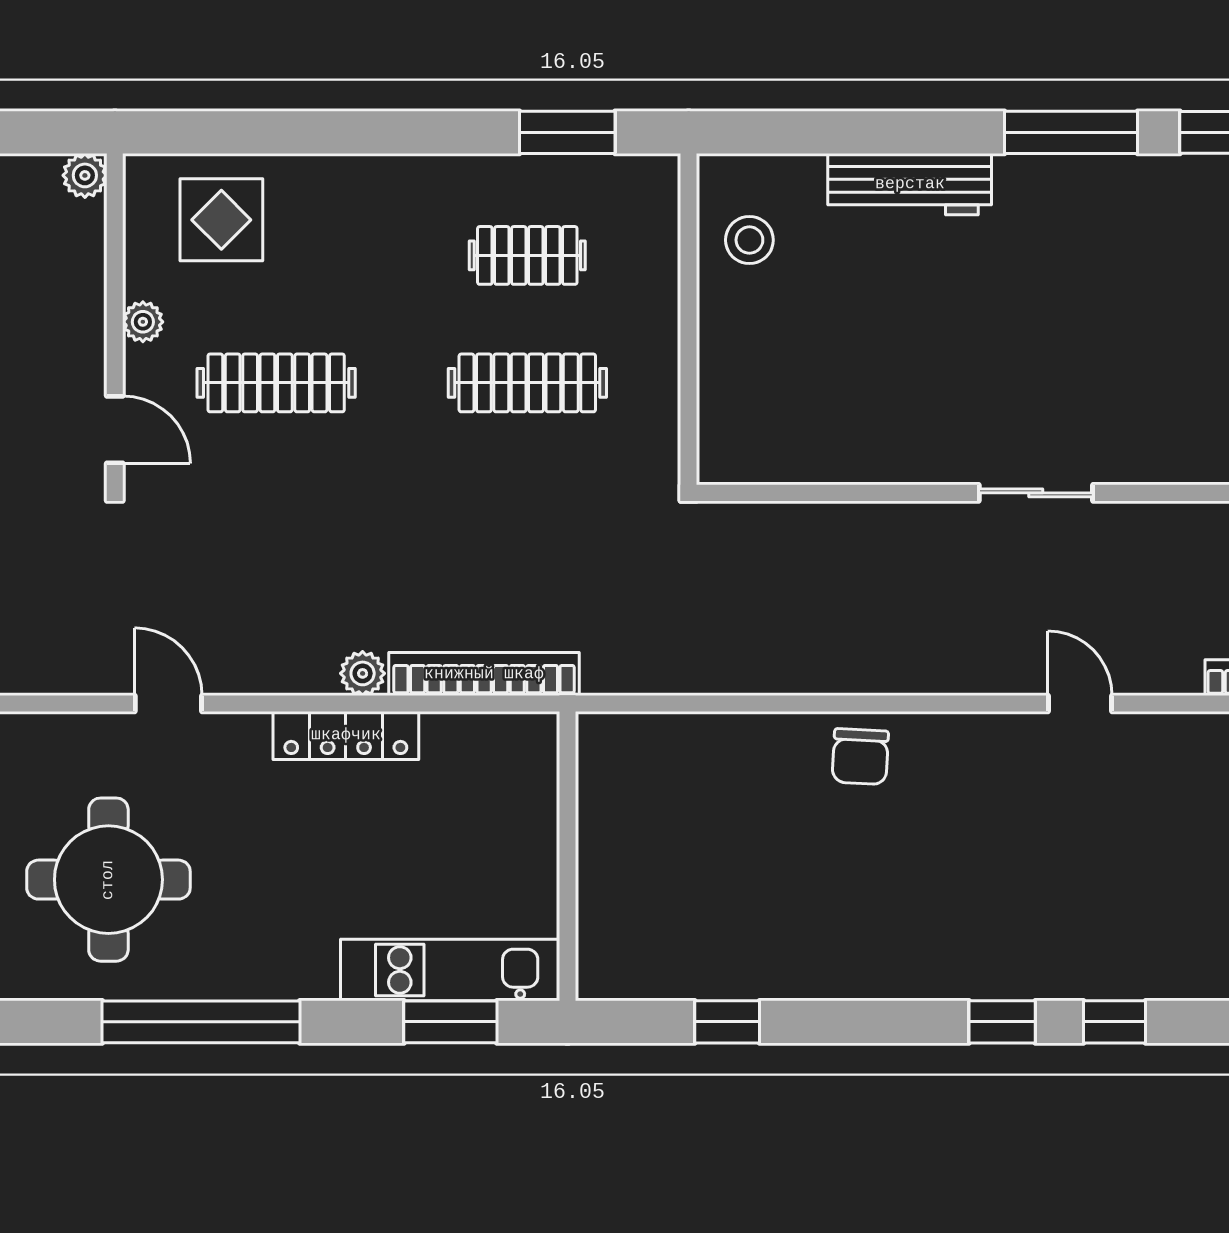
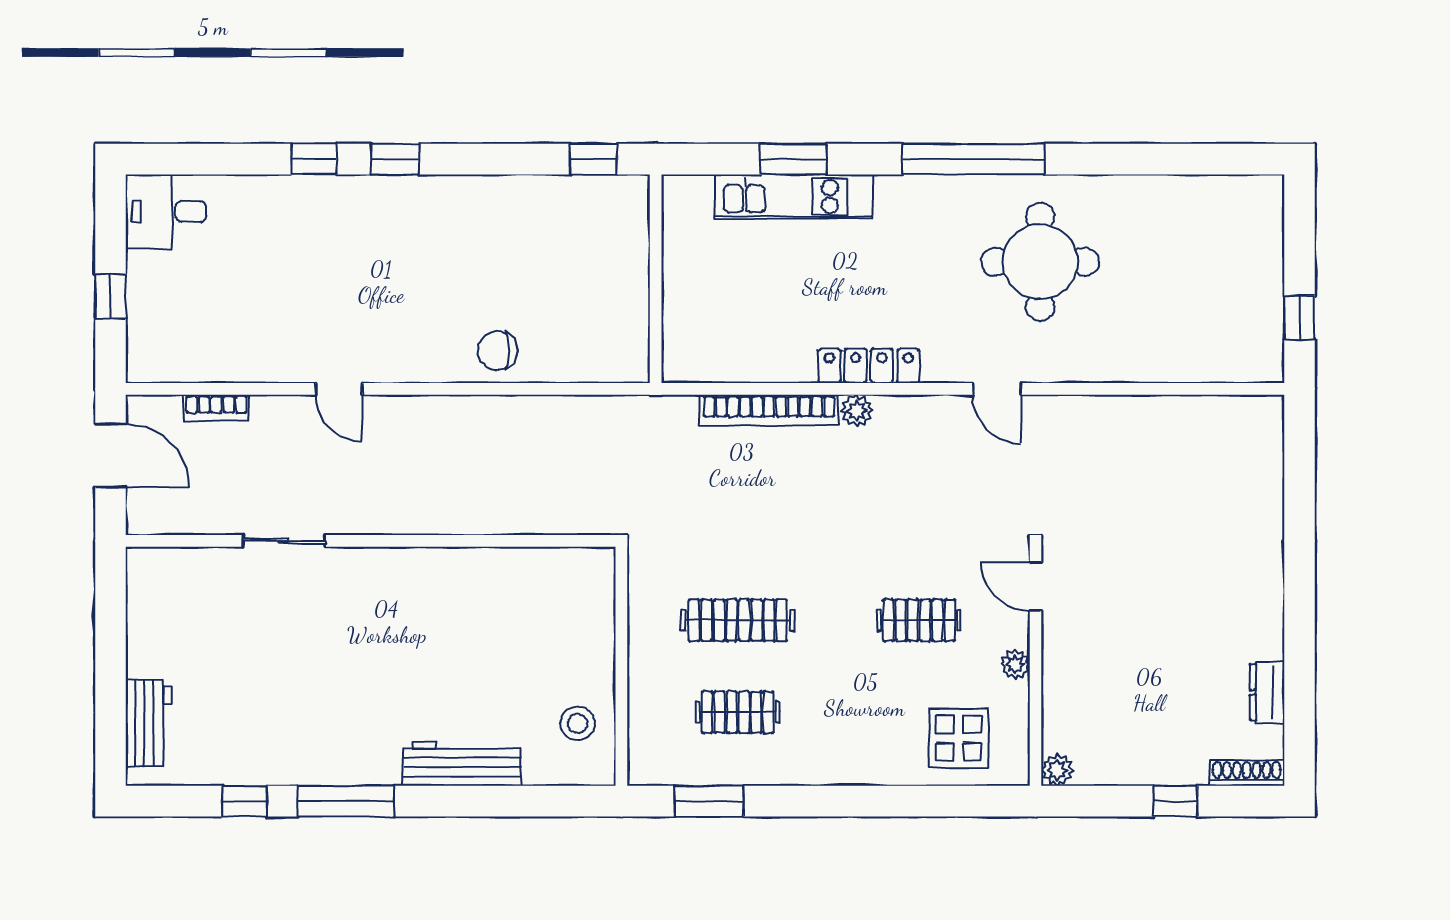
clothes rail: (276, 383) -> (919, 620), width x0.73
sliding door: (1036, 493) -> (284, 541), moved
chair: (860, 757) -> (498, 351), turned -93
wall: (568, 856) -> (656, 279), moved

